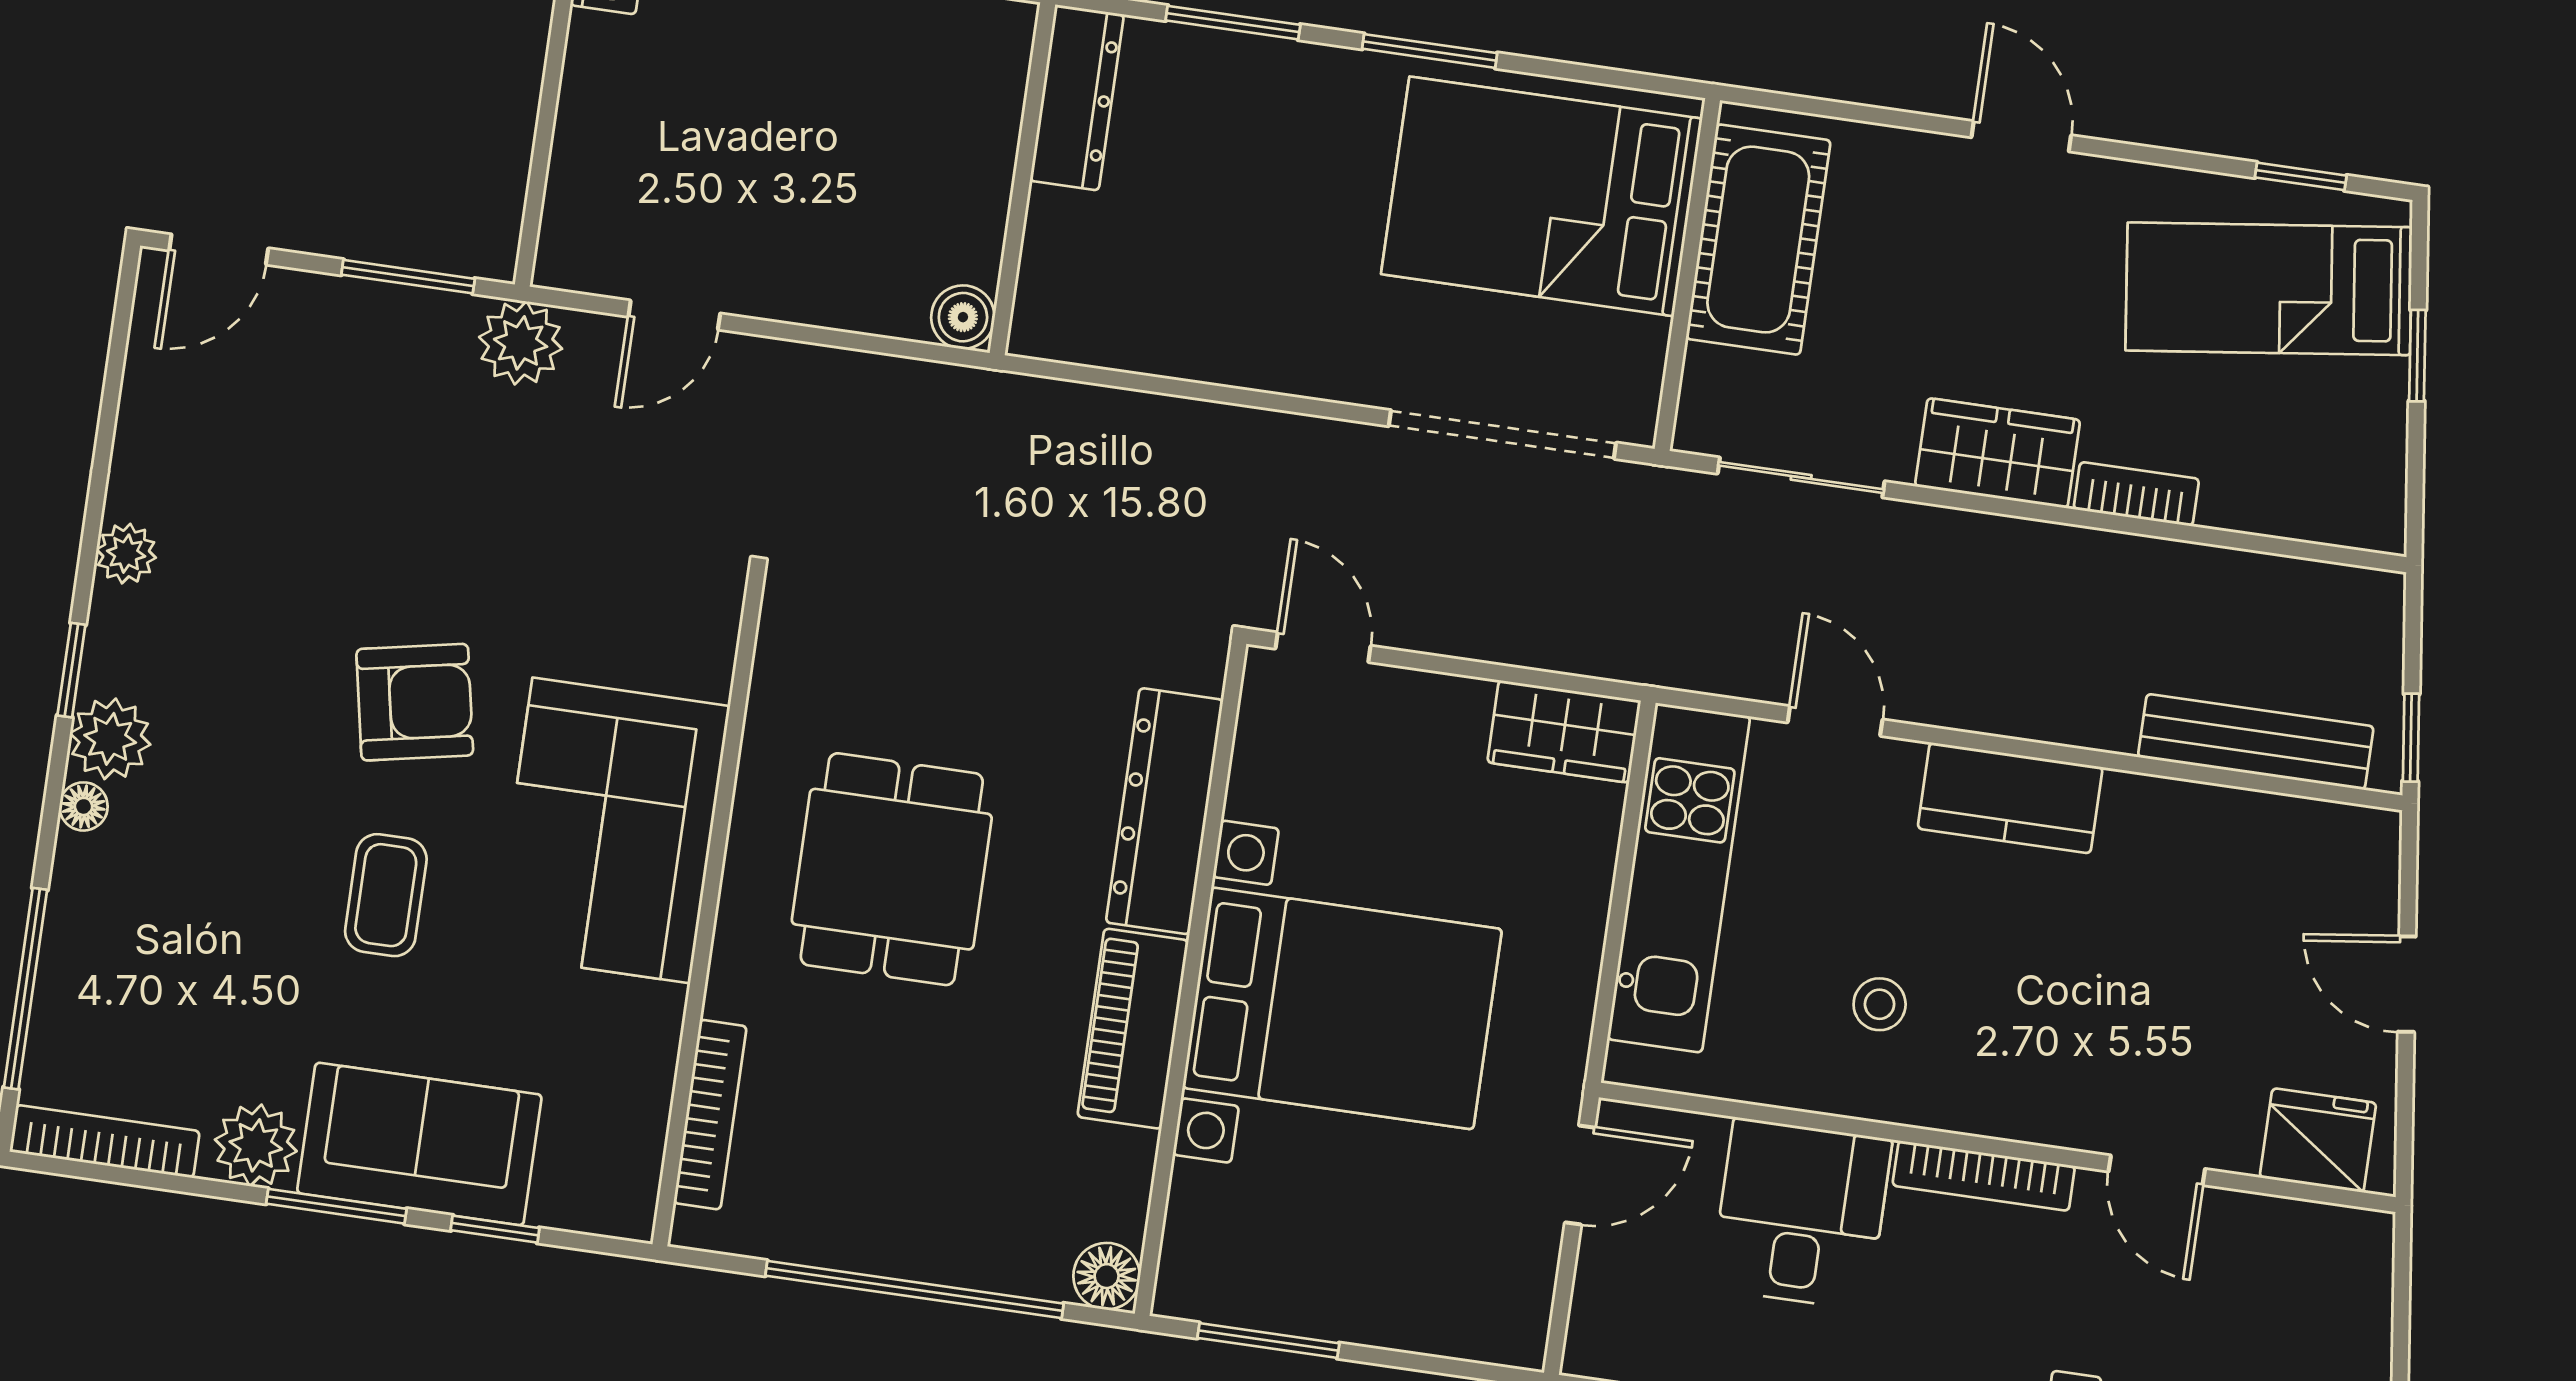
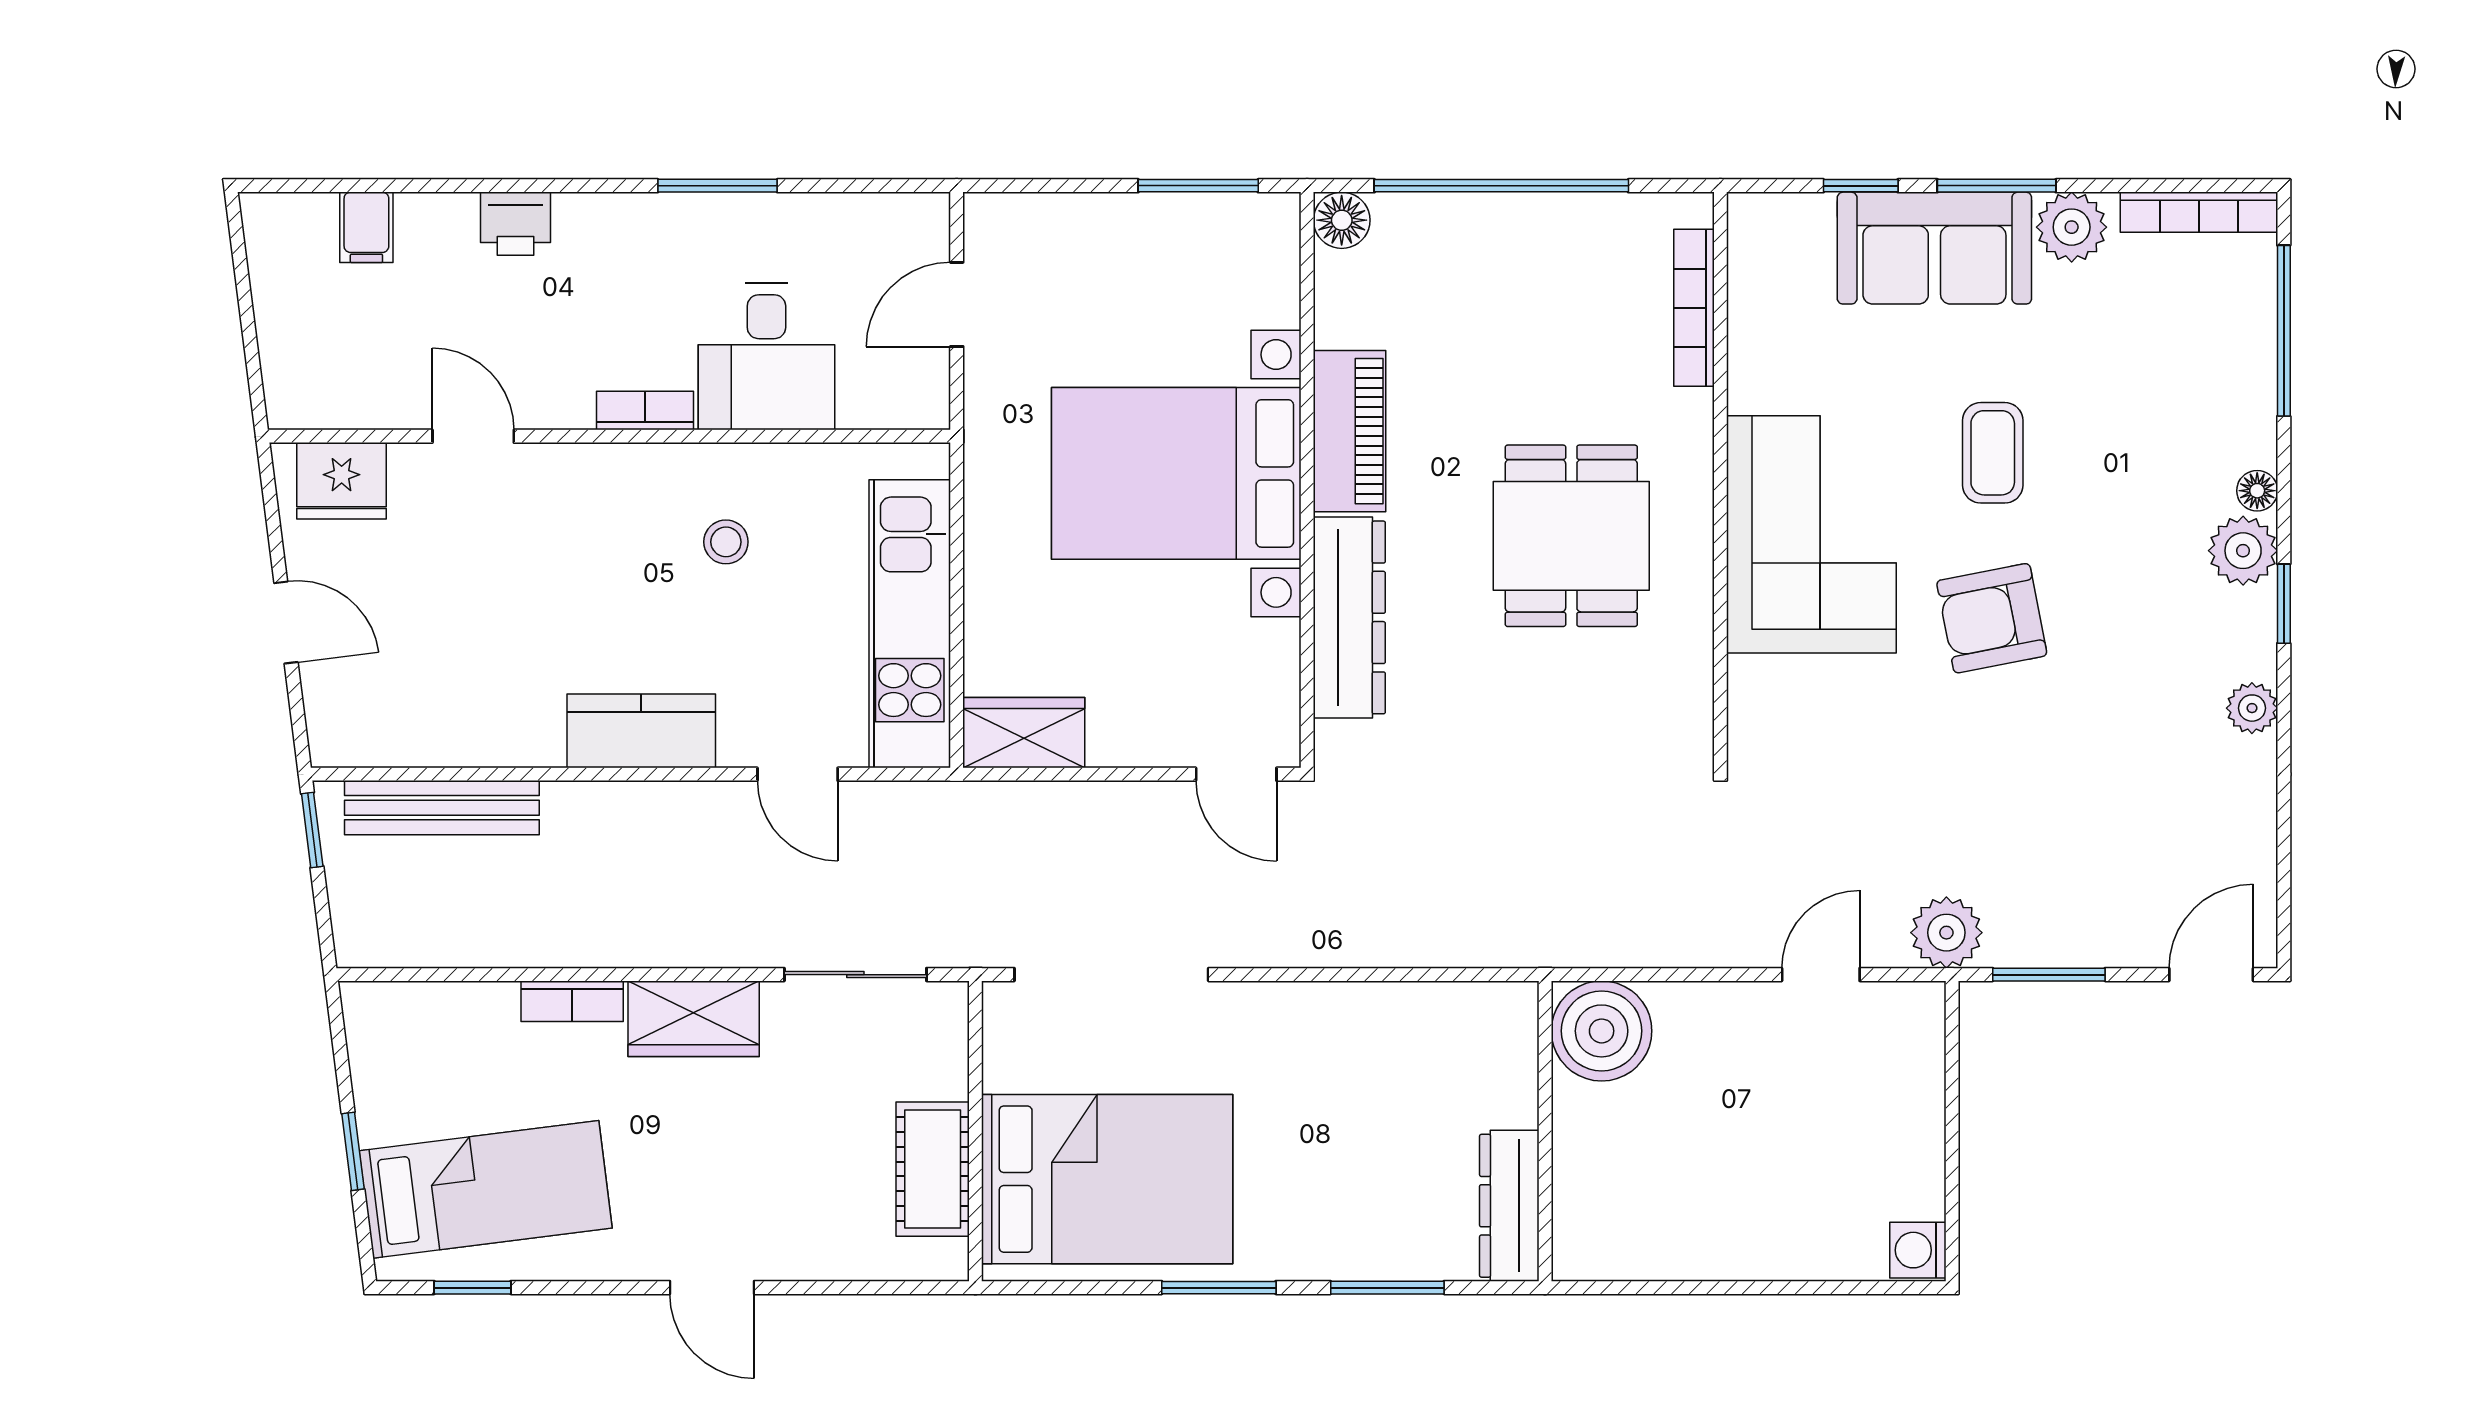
cot: (1758, 240) -> (933, 1169), width x0.73, depth x0.75
boiler: (963, 317) -> (1602, 1031), width x1.86, depth x1.86
door: (1580, 1175) -> (957, 304), moved
bookcase: (1984, 1176) -> (645, 411), width x0.64

